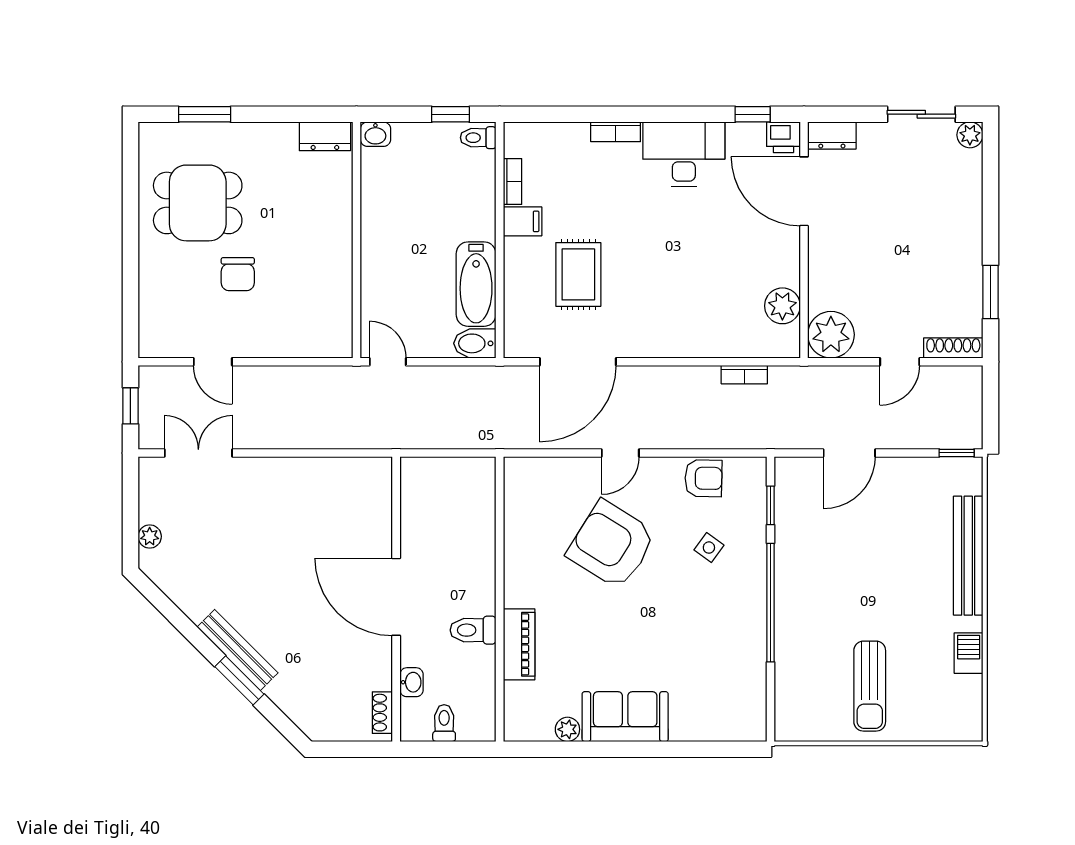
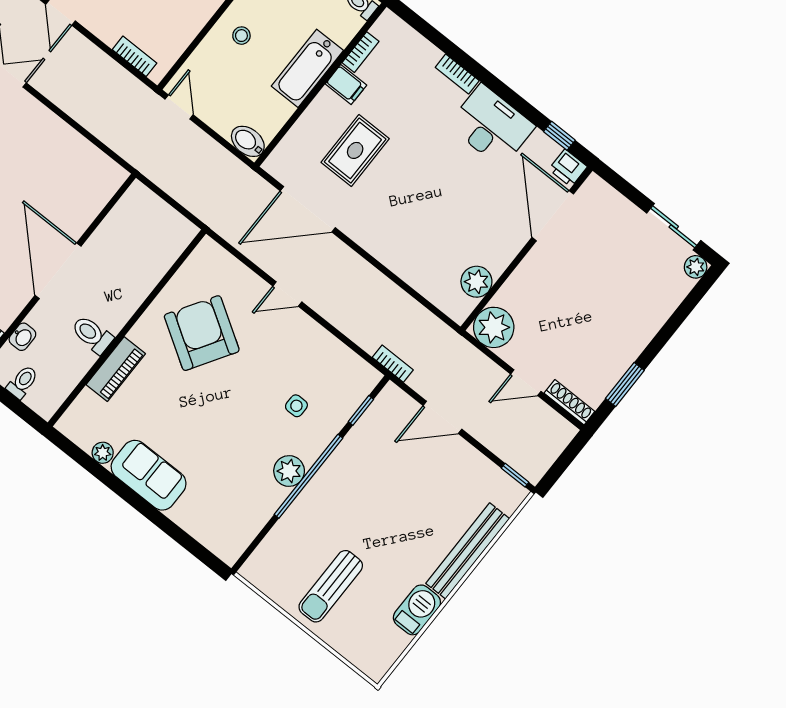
dresser: (832, 135) -> (602, 193), removed
stool: (393, 252) -> (241, 36), added
bathtub: (476, 284) -> (307, 68), moved
bookcase: (311, 348) -> (134, 56), added
bookcase: (744, 375) -> (393, 364), moved, turned 180
armchair: (703, 478) -> (330, 356), removed
armchair: (612, 545) -> (202, 333), moved
side table: (709, 548) -> (296, 406), turned -36
plant: (749, 612) -> (289, 471), added
barbecue: (969, 653) -> (417, 610), width x1.38, depth x1.27

